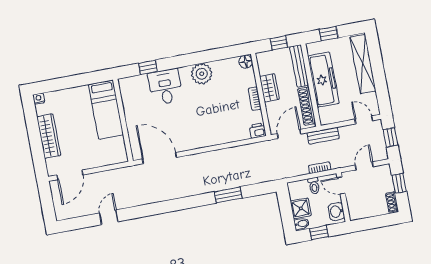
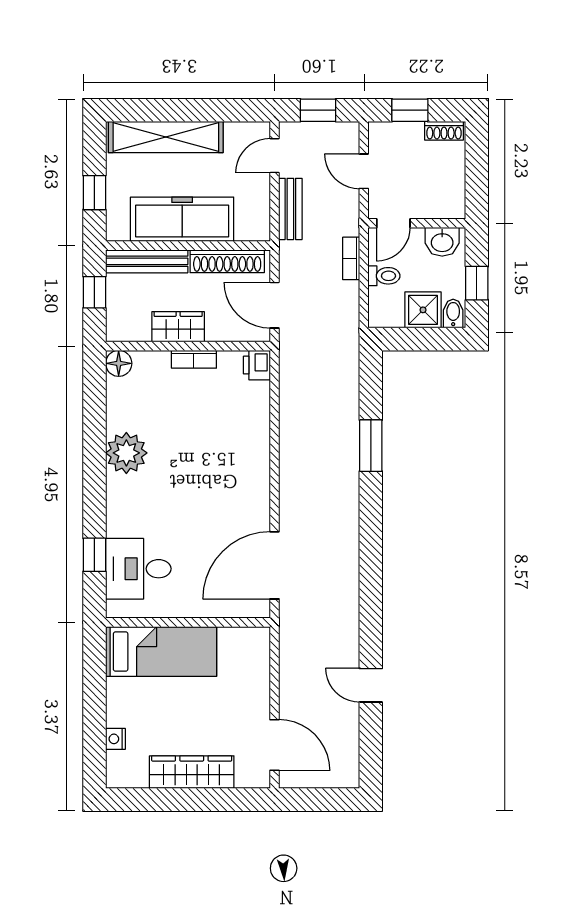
desk: (165, 87) -> (138, 569), moved
nightstand: (39, 99) -> (115, 739), moved
bench: (323, 136) -> (290, 209), moved

